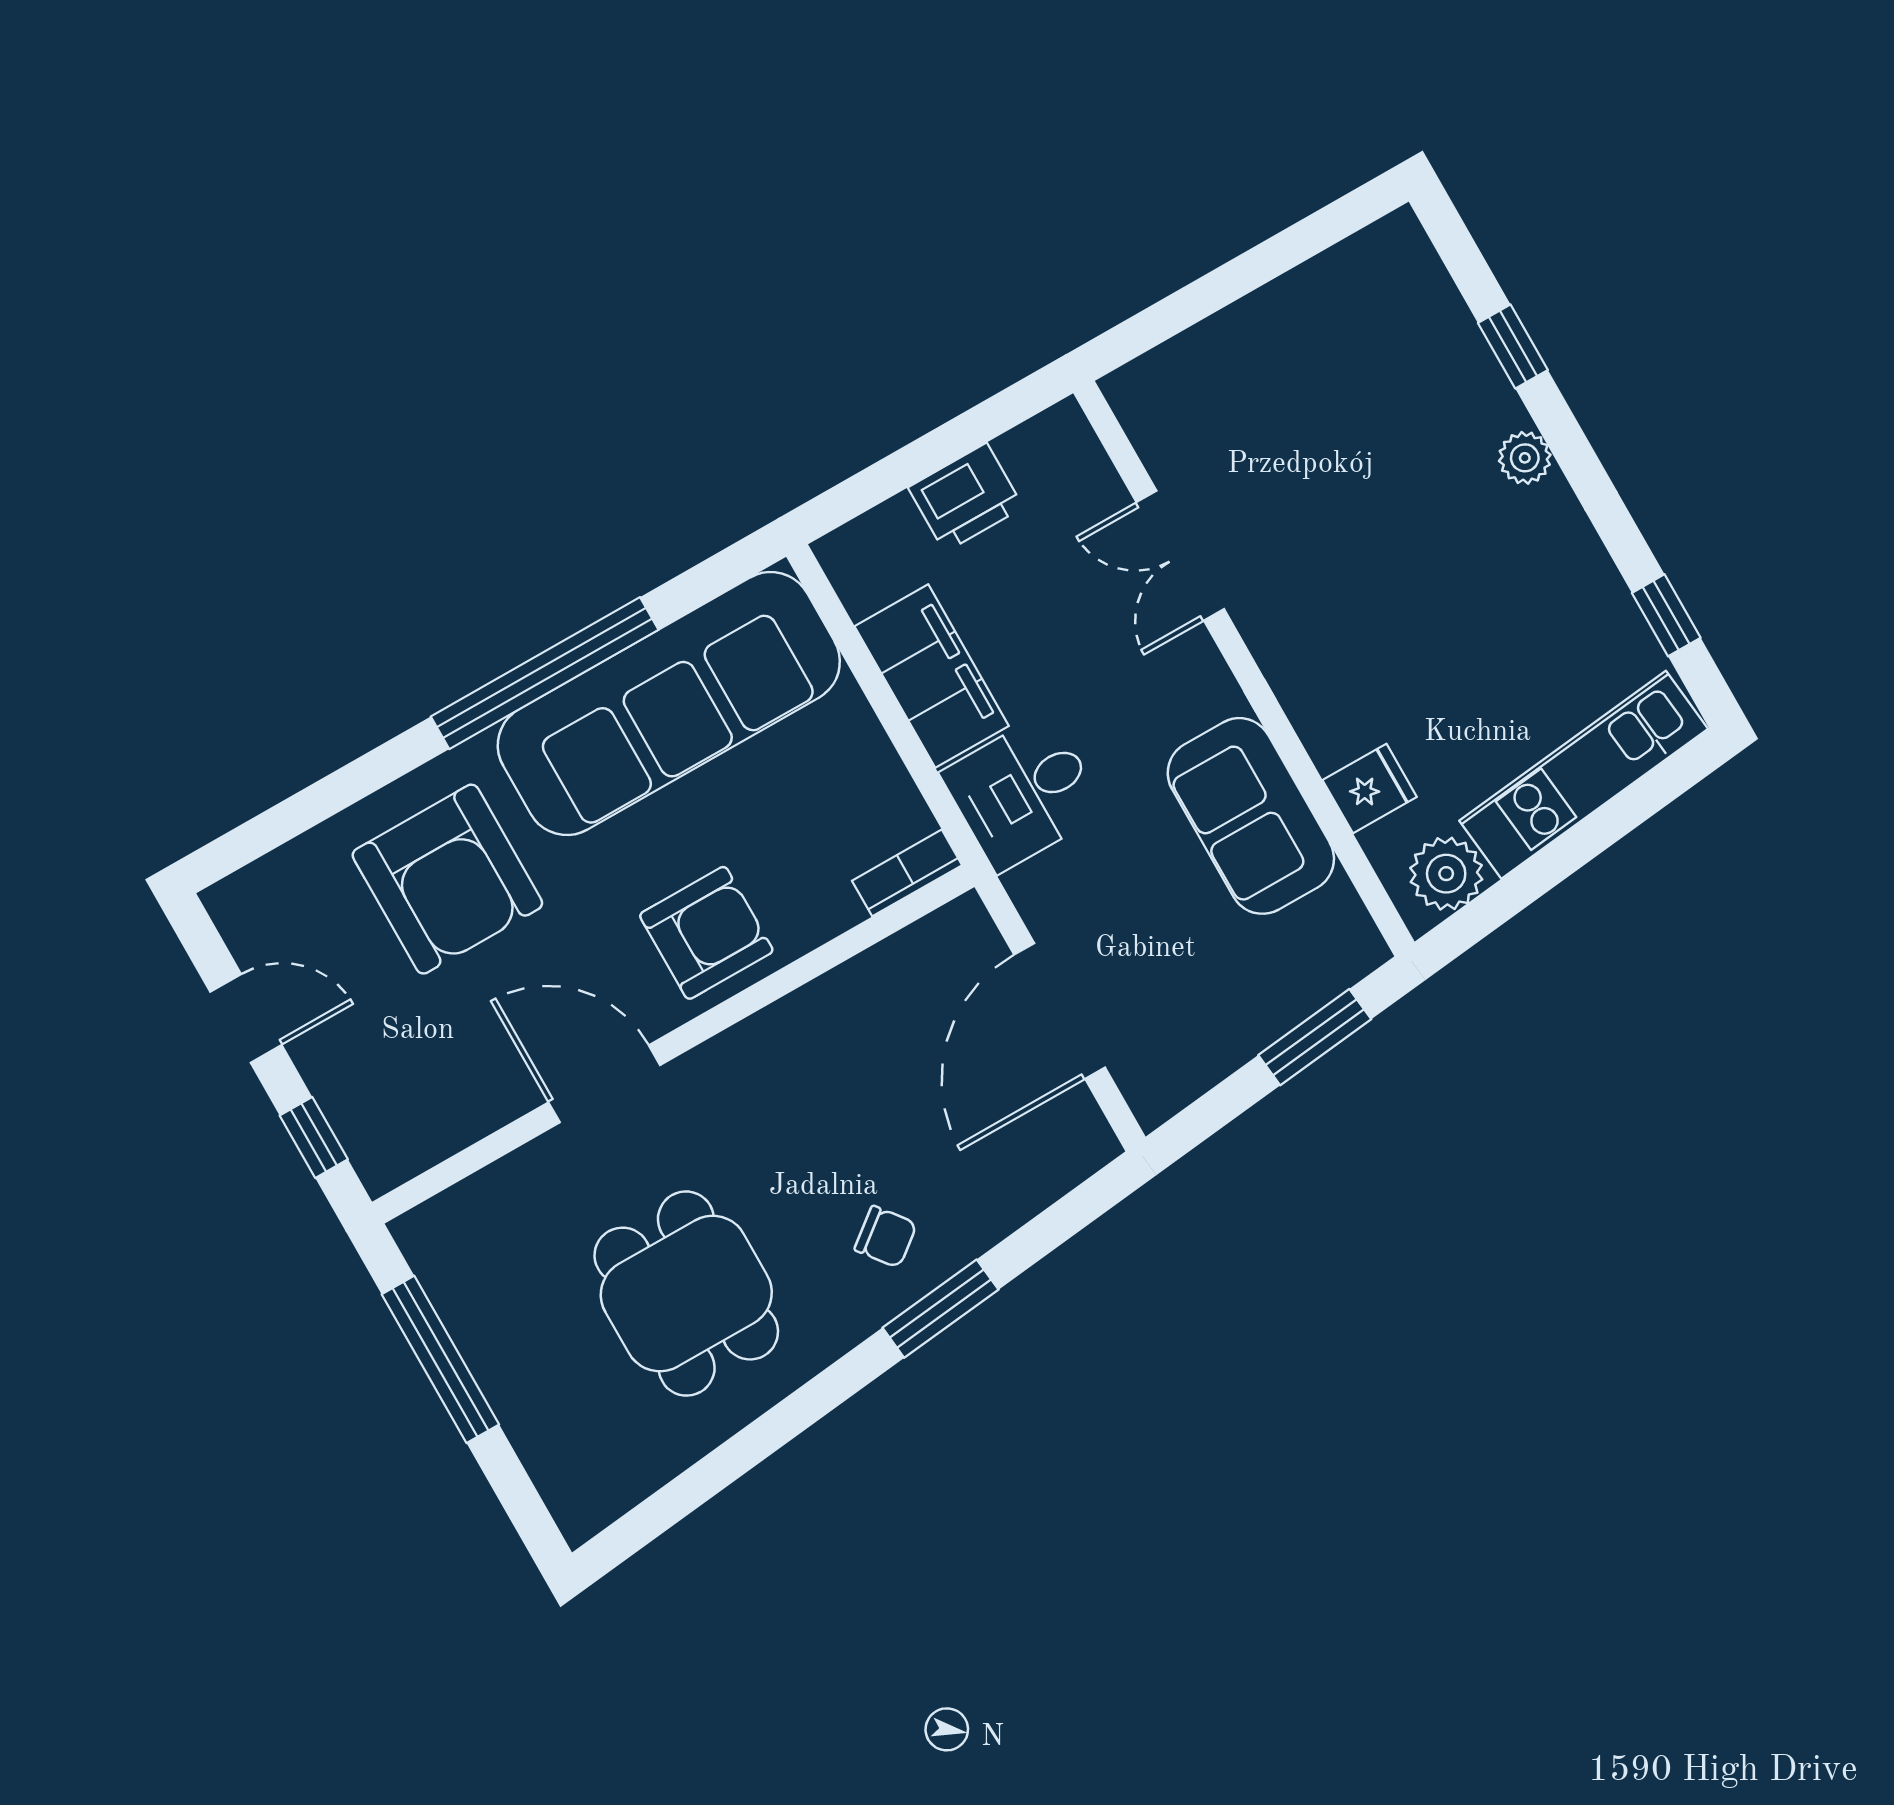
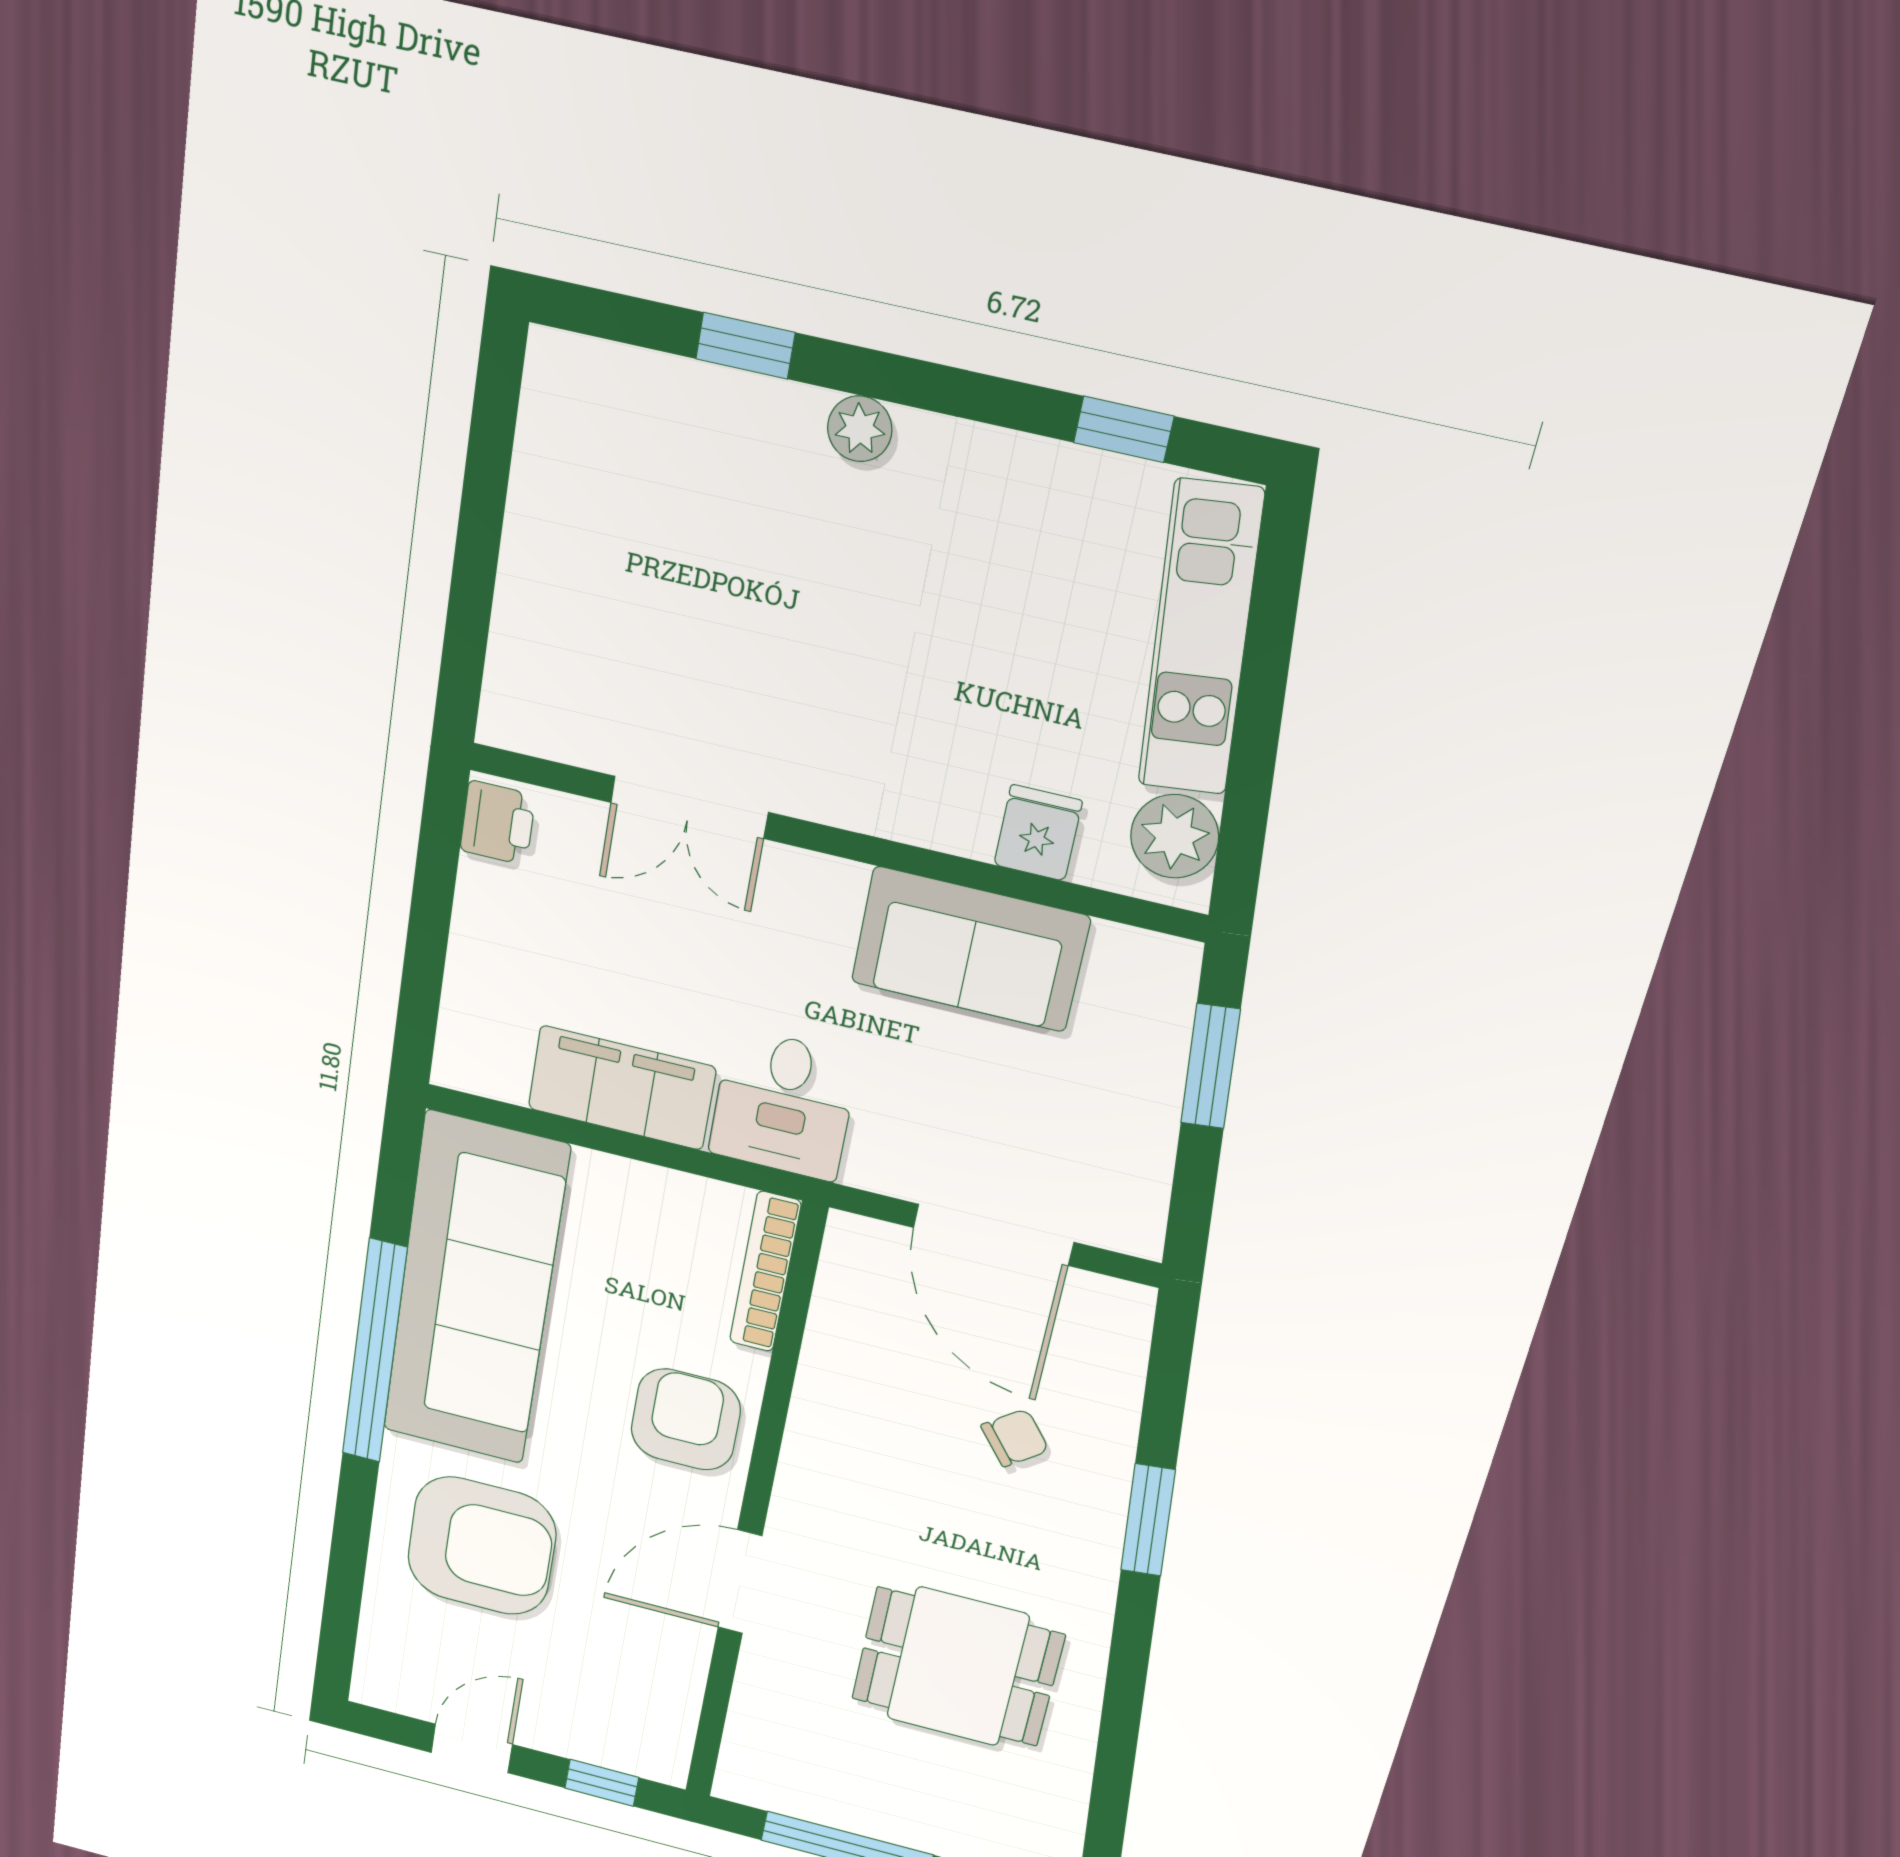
printer: (966, 498) -> (498, 823), moved, width x0.73, depth x0.81
bookcase: (907, 873) -> (765, 1272), width x1.56
chair: (886, 1237) -> (1015, 1438), moved

